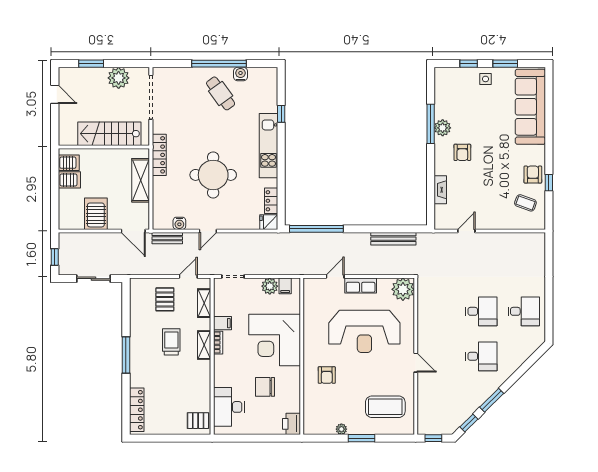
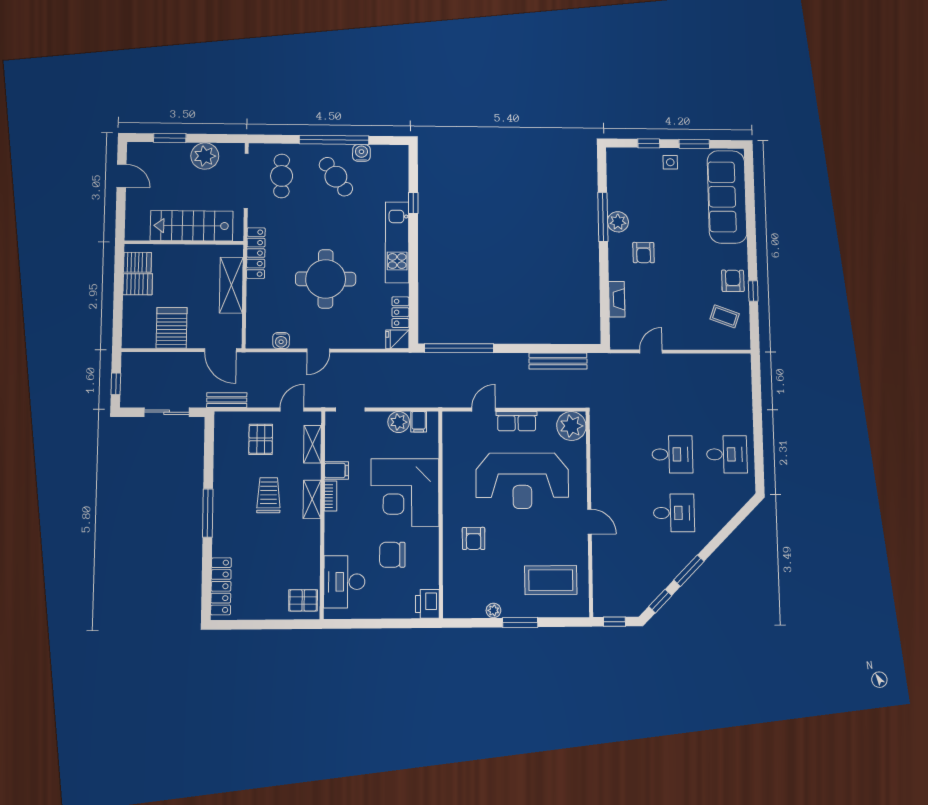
cafe table: (178, 93) -> (282, 176), added
bench: (167, 238) -> (227, 400), moved

